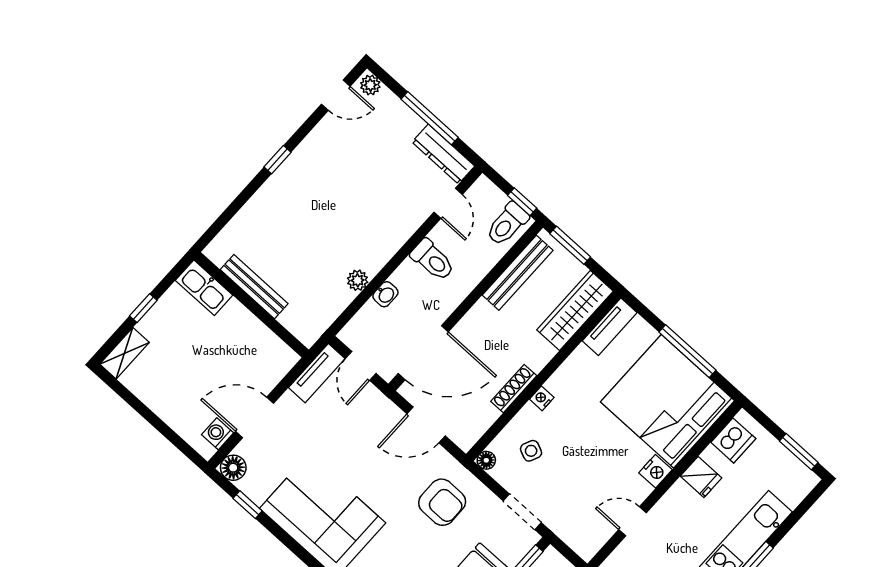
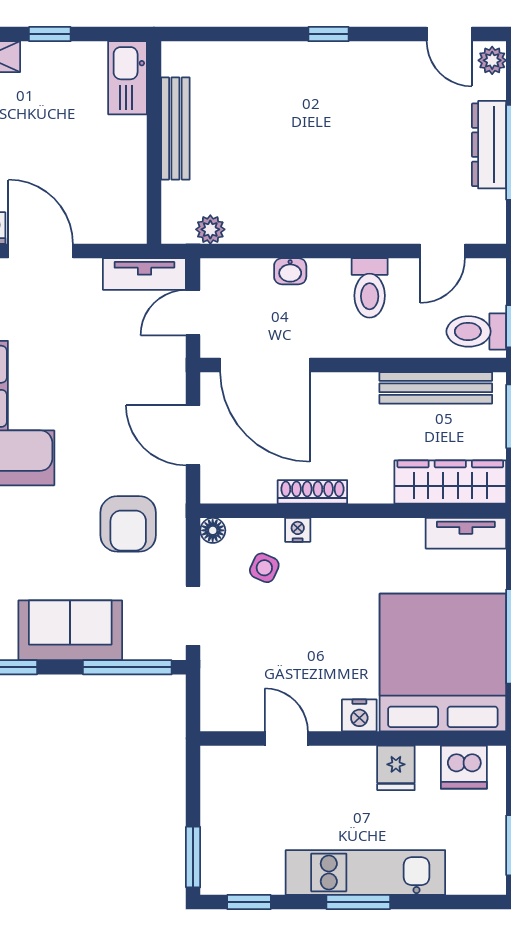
dresser: (443, 154) -> (489, 145), moved
plant: (358, 280) -> (210, 229), moved
nightstand: (542, 398) -> (298, 530), moved

